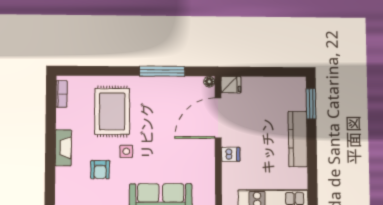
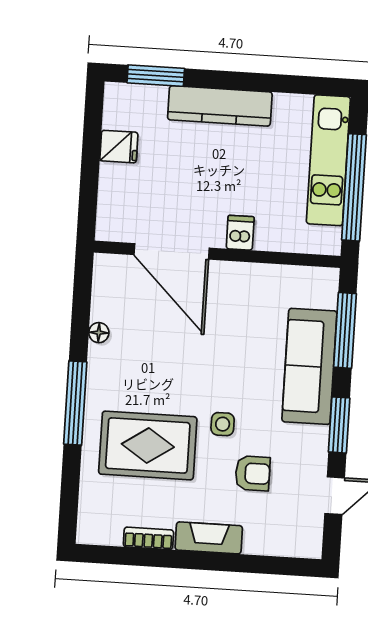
window: (162, 71) -> (75, 403), moved
floor lamp: (209, 82) -> (99, 333), moved
fridge: (231, 85) -> (119, 147), moved, turned 90
bookcase: (61, 94) -> (148, 538), moved

